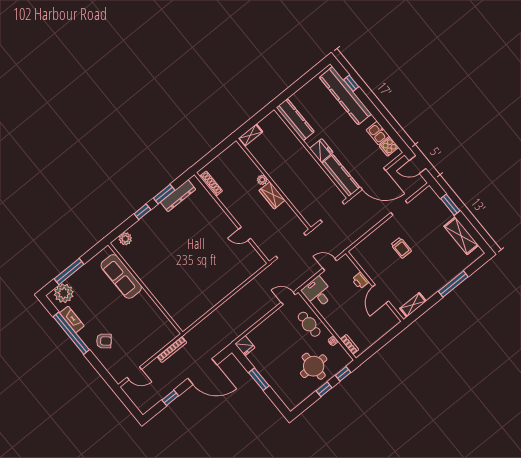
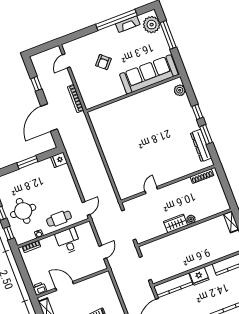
sofa: (121, 276) -> (149, 74), width x1.36, depth x1.27
printer: (360, 281) -> (40, 289), moved
desk: (318, 293) -> (68, 241), moved, turned -90
armchair: (104, 341) -> (103, 62), moved

